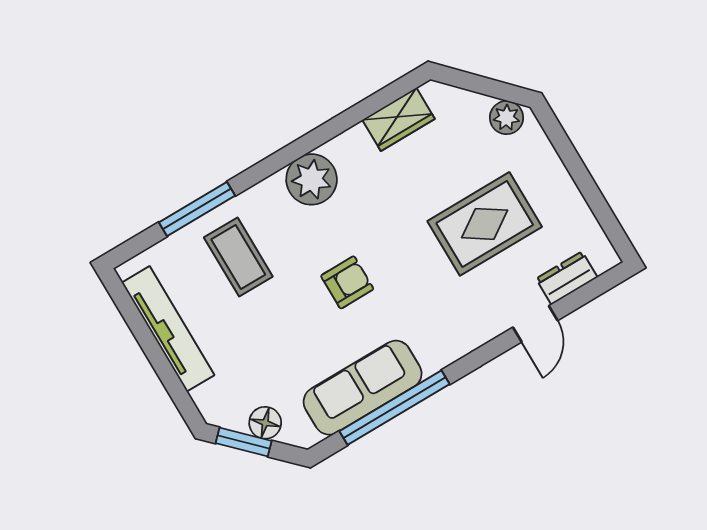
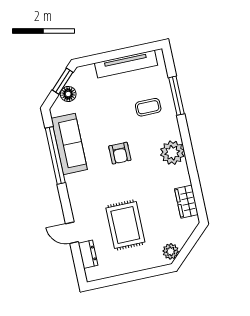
coffee table: (238, 257) -> (148, 107), width x0.73, depth x0.77

